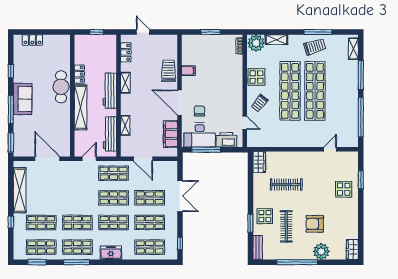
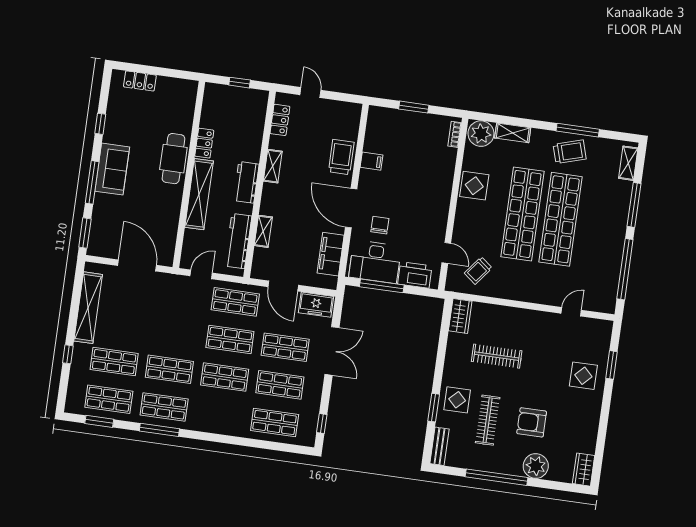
workbench: (110, 91) -> (246, 182), width x0.73
trolley: (260, 103) -> (478, 271), moved
freezer: (111, 253) -> (316, 305), moved, turned 180

